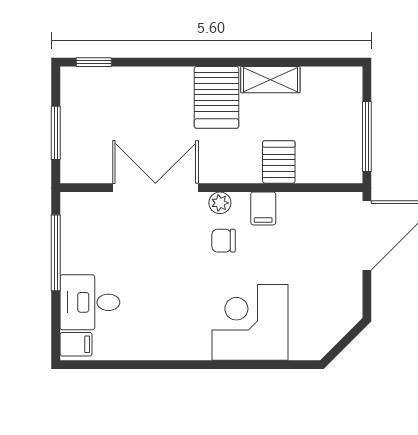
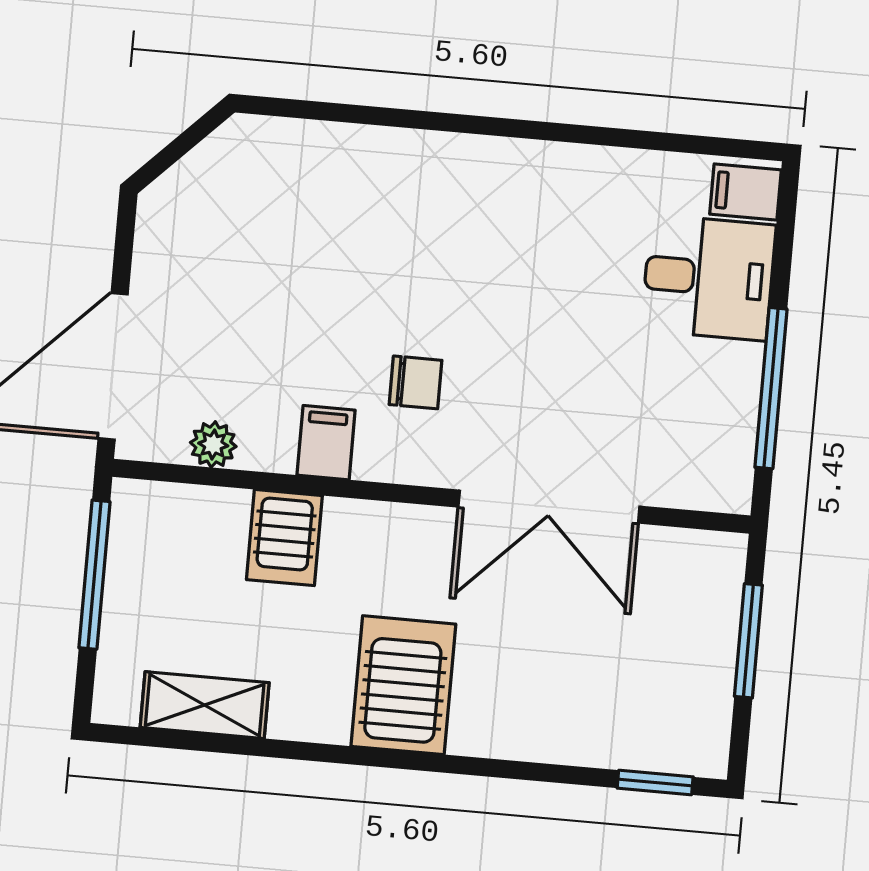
shelving: (270, 80) -> (205, 705), moved
plant: (220, 203) -> (213, 445), moved
corner desk: (250, 322) -> (375, 205), removed

